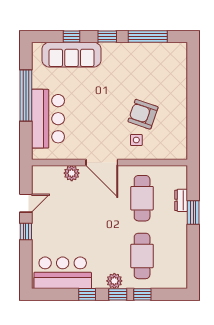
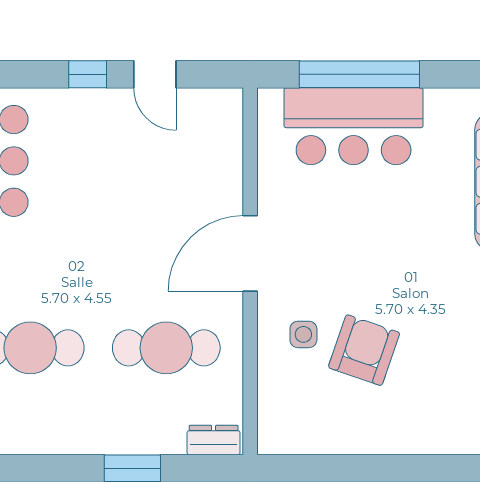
window: (26, 96) -> (359, 74), moved
plant: (72, 173) -> (225, 182), removed
dresser: (181, 200) -> (214, 440), moved

